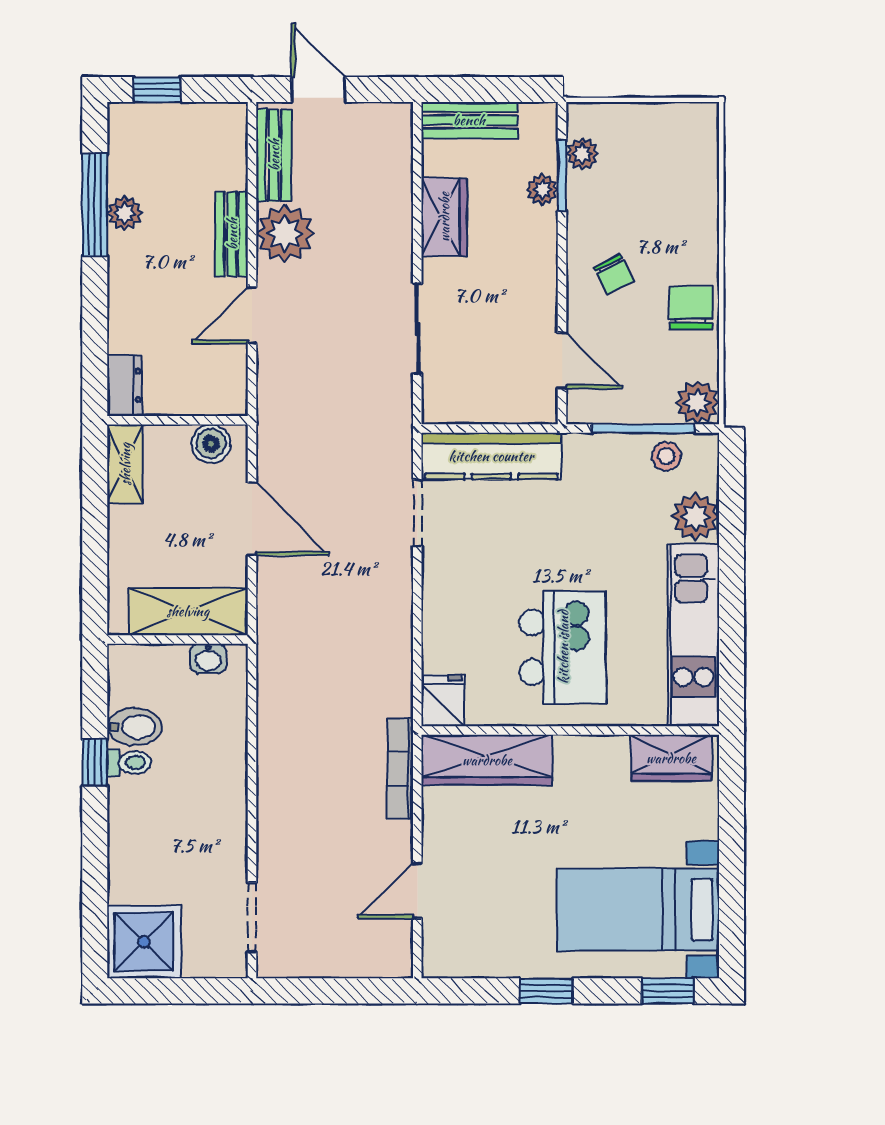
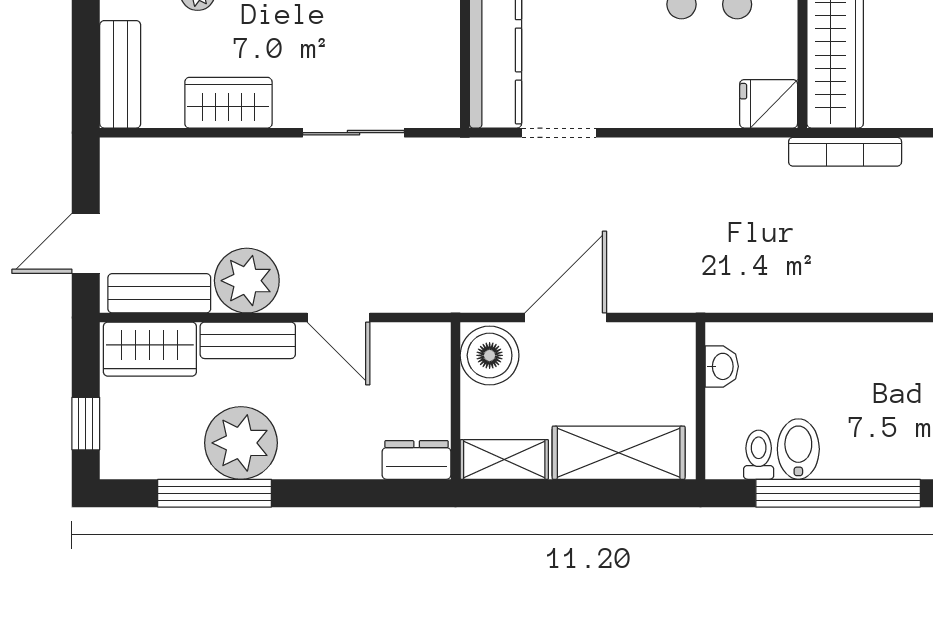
wardrobe: (224, 147) -> (150, 349), added
plant: (125, 213) -> (241, 443), width x1.88, depth x1.88
boiler: (211, 444) -> (490, 355), width x1.36, depth x1.36
shelving: (188, 611) -> (619, 453), moved, turned 90
window: (95, 762) -> (838, 493), width x3.17
toilet: (129, 763) -> (759, 455), moved

